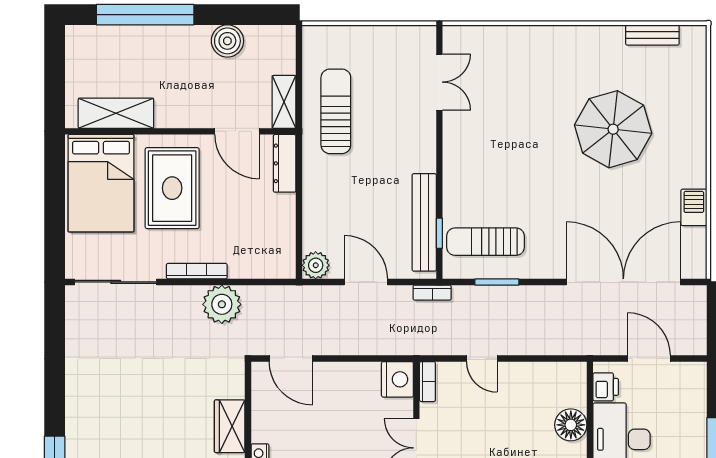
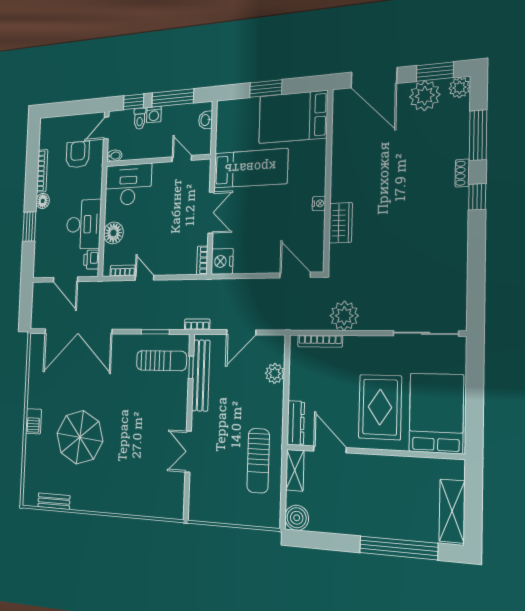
boiler: (227, 41) -> (297, 518), moved
double door: (439, 82) -> (188, 452), moved
shelving: (116, 113) -> (452, 511), moved, turned 90
barbecue: (694, 207) -> (33, 421), moved
plant: (316, 265) -> (275, 373), moved
bookcase: (197, 271) -> (320, 341), moved
door: (366, 282) -> (241, 332), hinge flipped
door: (482, 359) -> (144, 278), moved
bookcase: (553, 370) -> (123, 271), added

